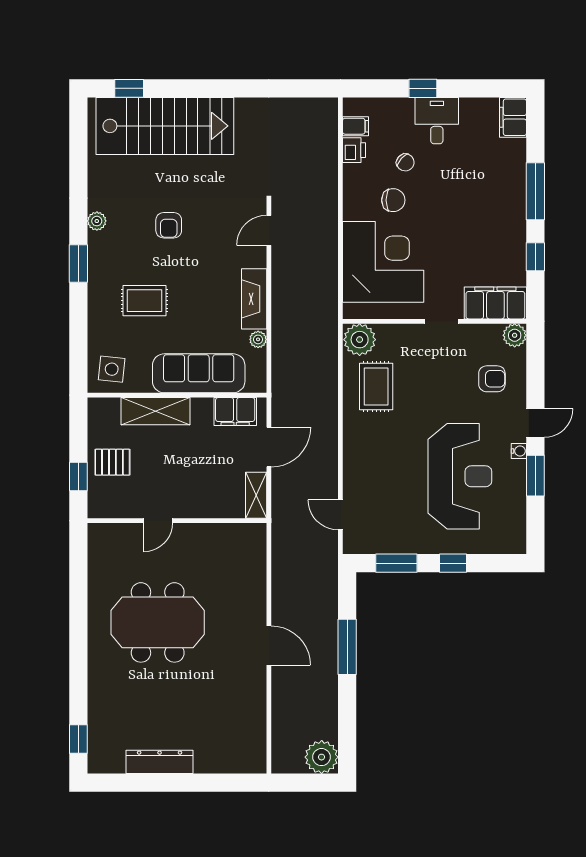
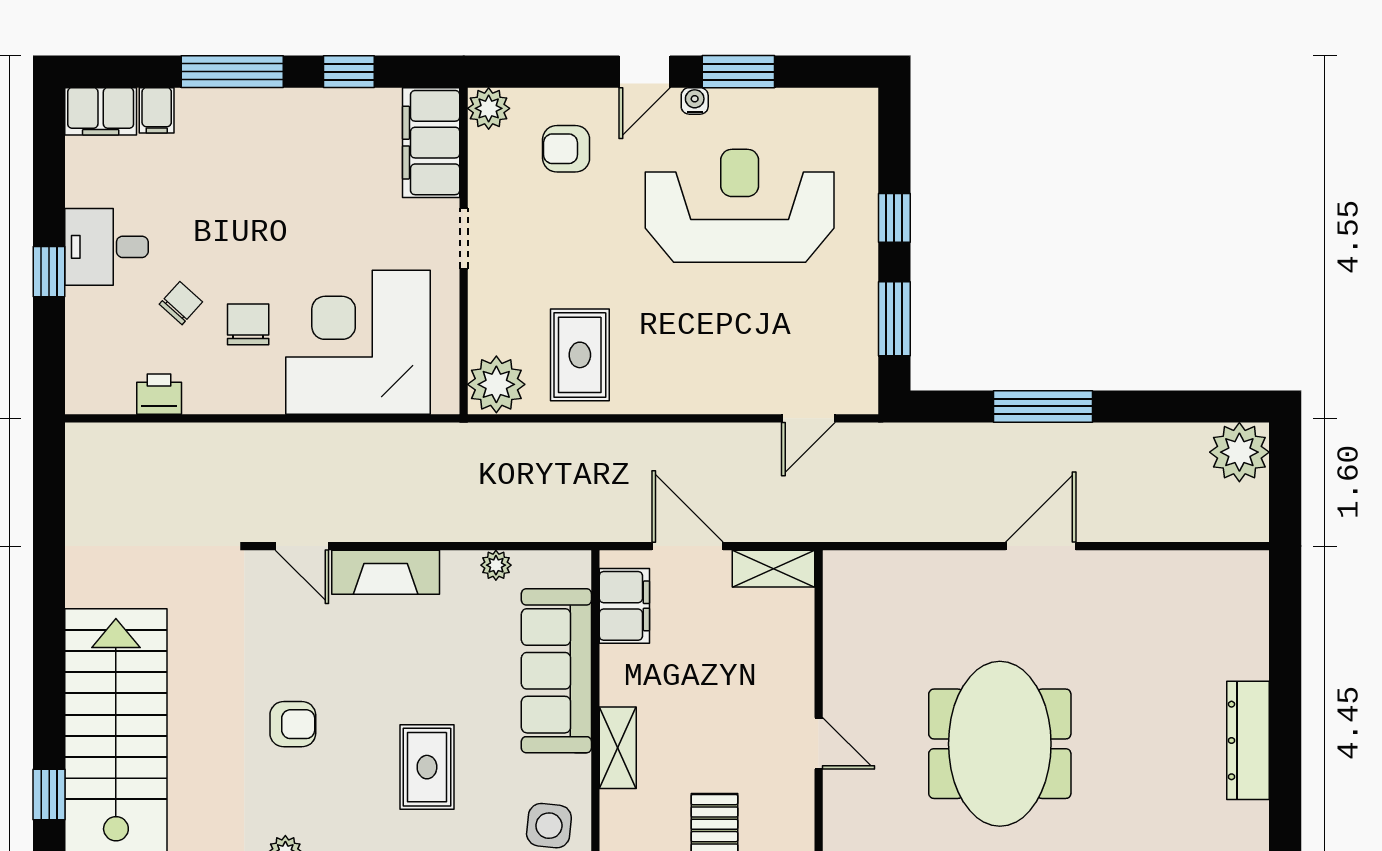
filing cabinet: (356, 126) -> (157, 110), moved, turned 180
fireplace: (254, 299) -> (386, 572), moved
armchair: (492, 379) -> (566, 149), turned -90
rug: (376, 387) -> (580, 355), turned 90
shelving: (155, 411) -> (618, 748), width x0.67, depth x0.75
door: (535, 423) -> (645, 72), swing flipped

